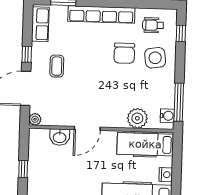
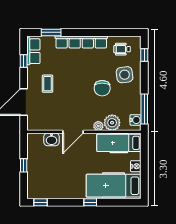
chair: (124, 53) -> (102, 88), moved
window: (27, 54) -> (24, 61), moved
plant: (35, 119) -> (98, 126), moved

